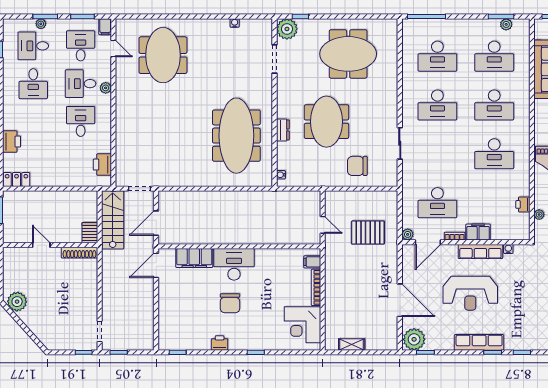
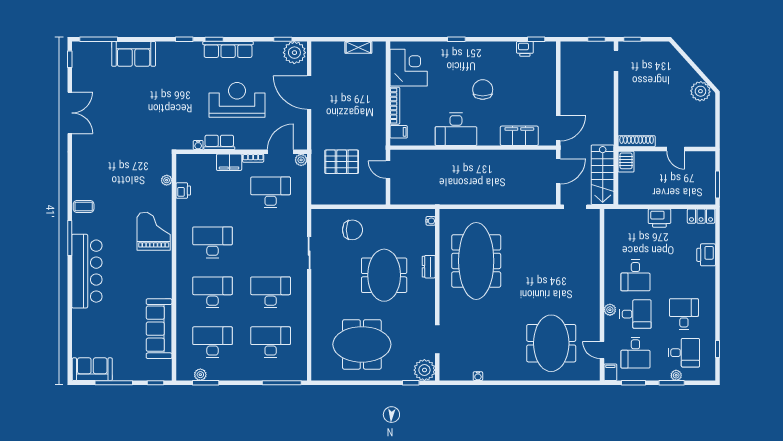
printer: (102, 165) -> (659, 218), moved, turned 90
row of seats: (480, 252) -> (219, 142), width x0.68
desk: (234, 264) -> (456, 129), moved
printer: (220, 343) -> (525, 49), moved

